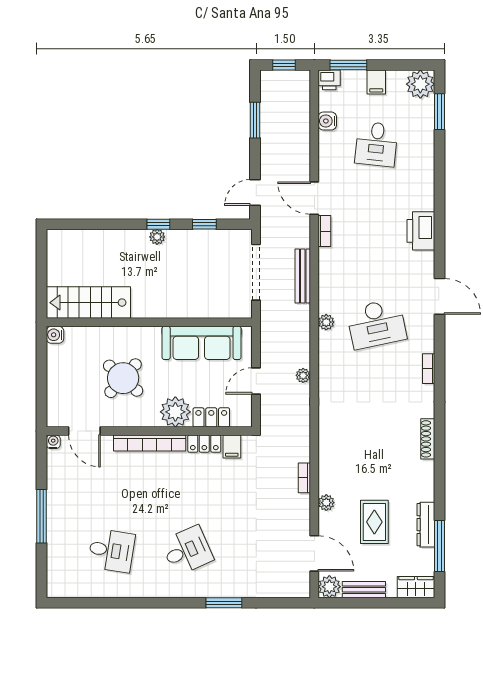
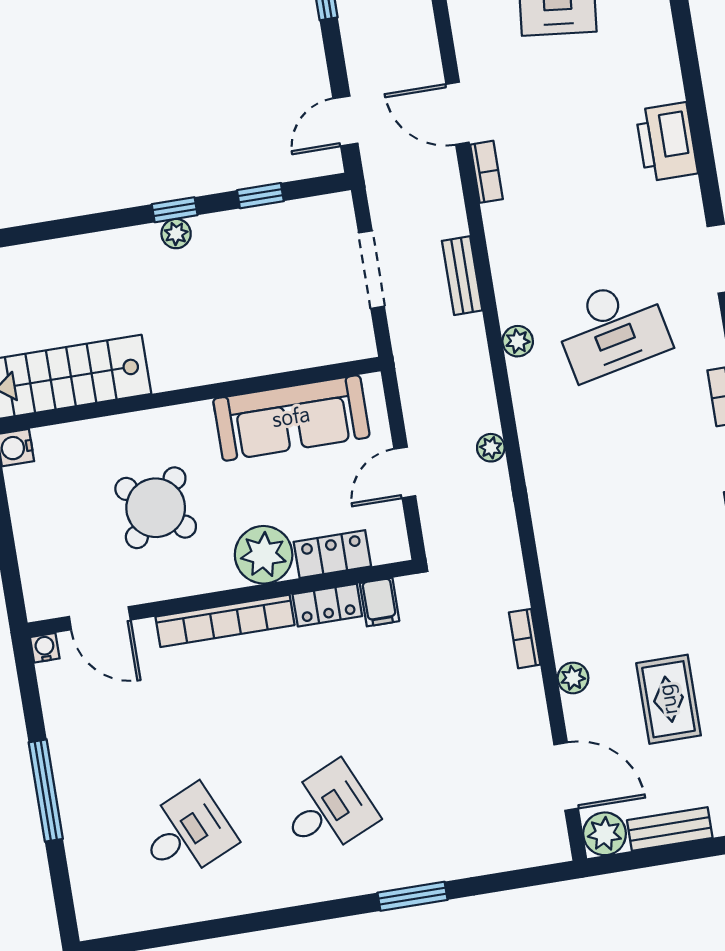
doorway: (256, 272) -> (372, 270), width x0.73
bench: (303, 276) -> (462, 276), width x0.73
desk: (111, 551) -> (187, 833), turned -33

